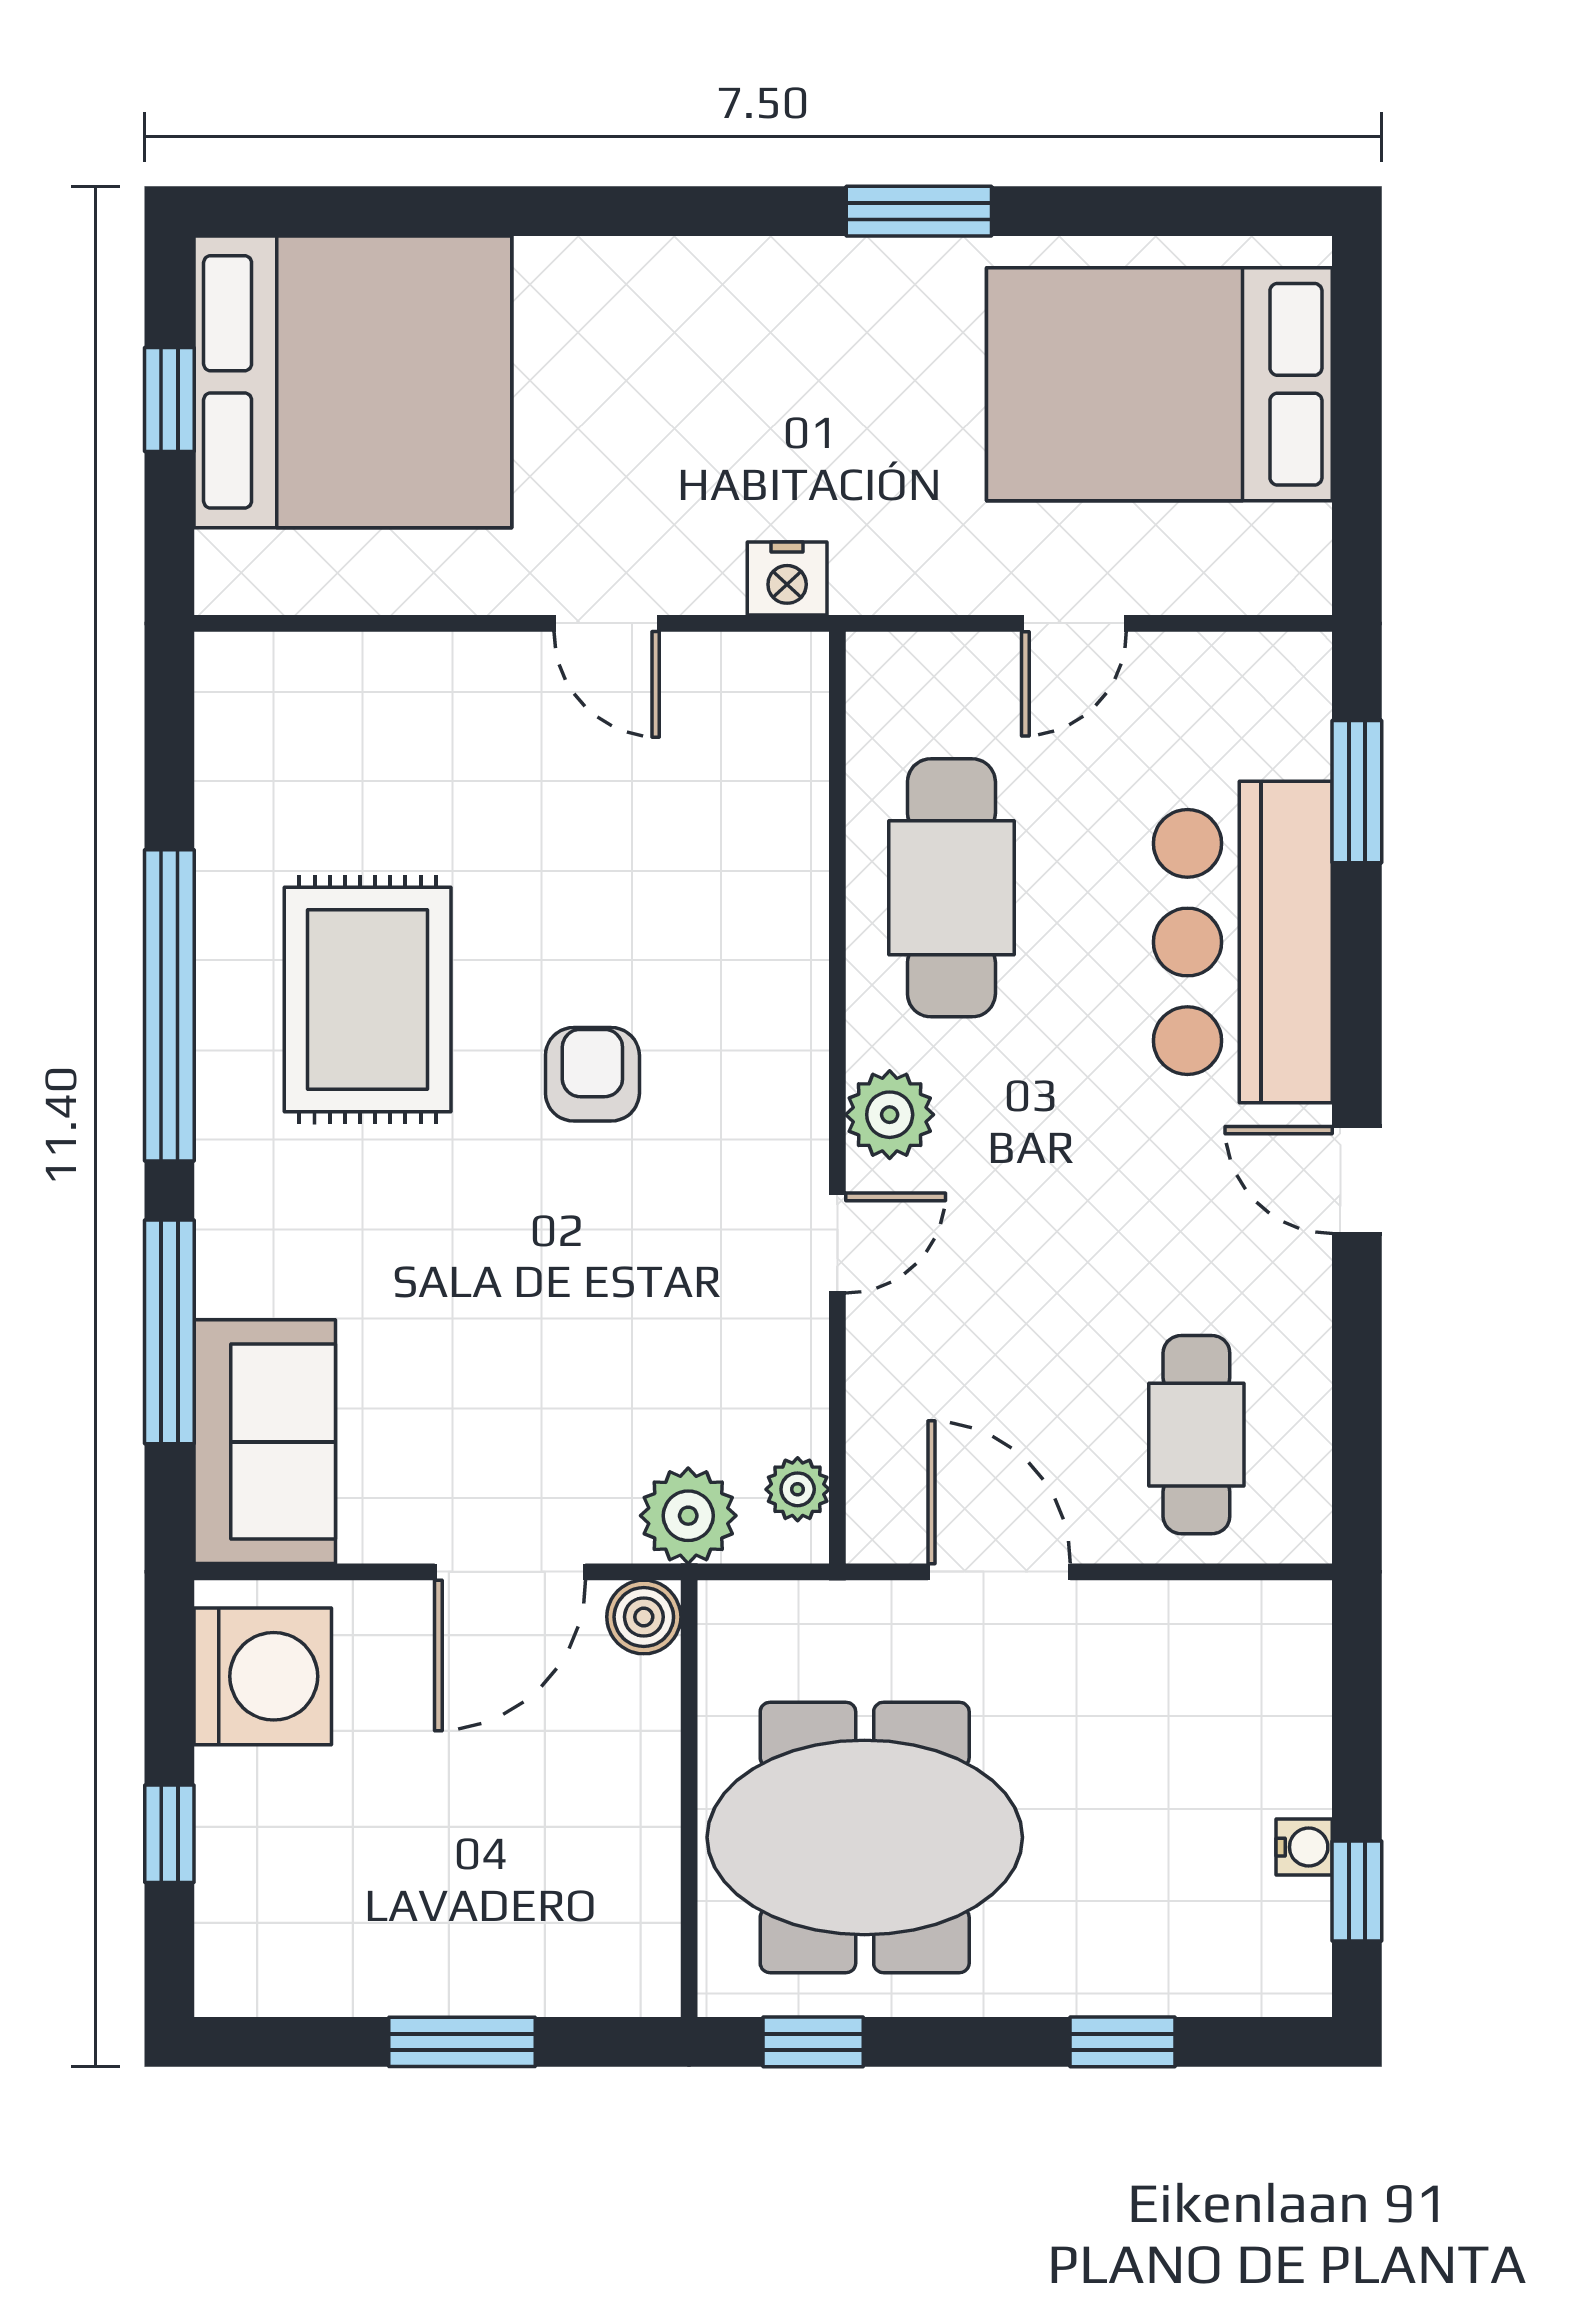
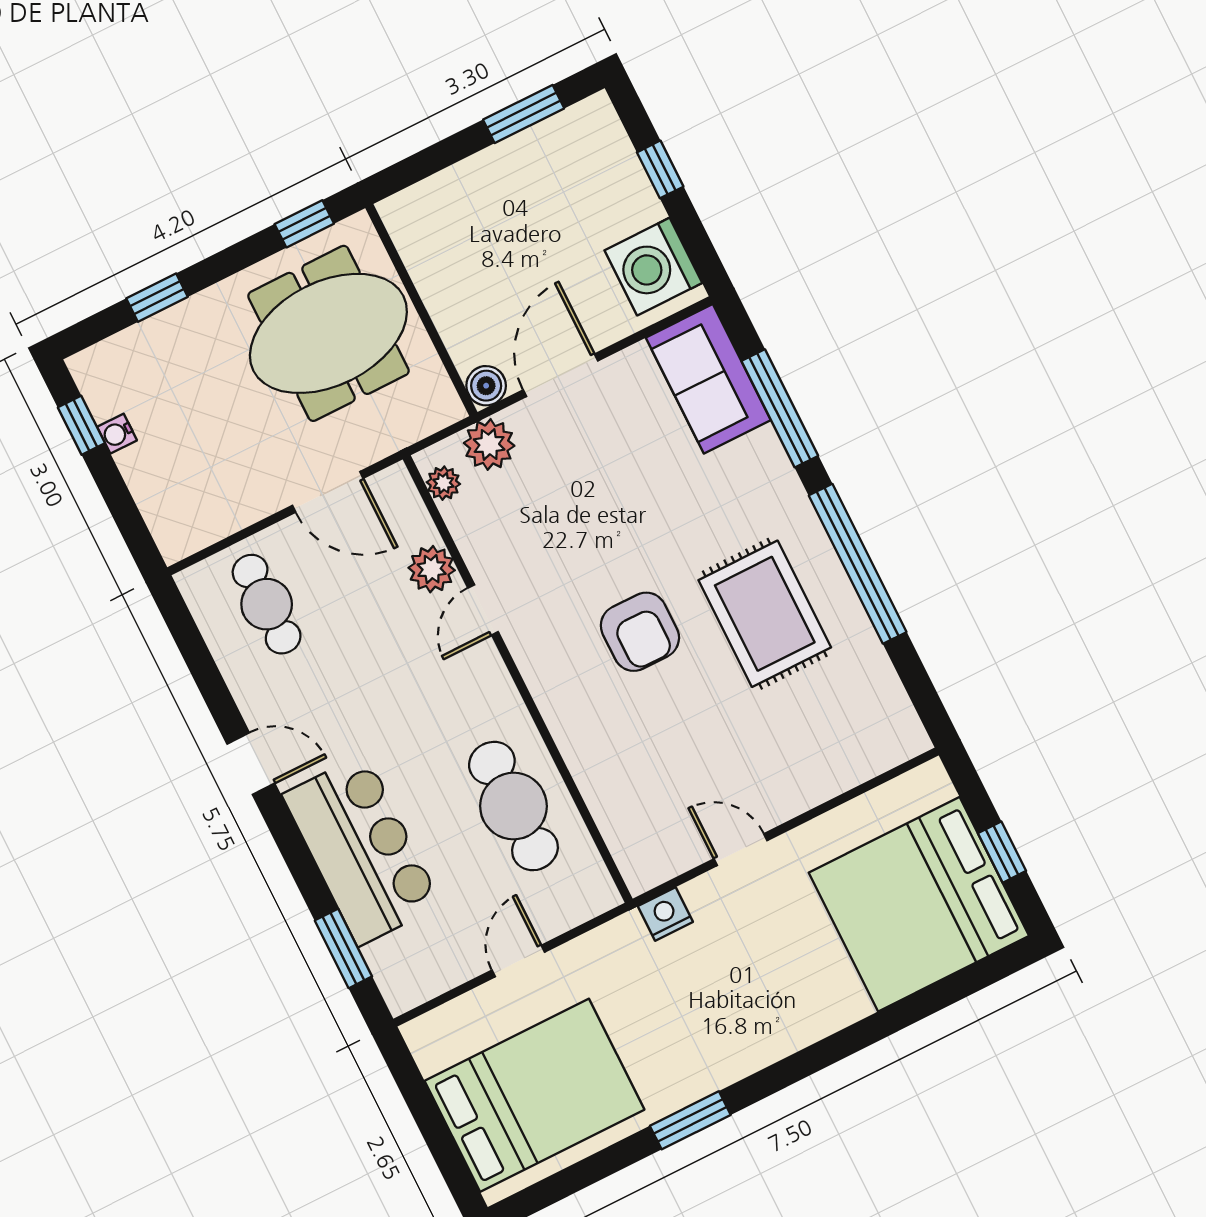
armchair: (592, 1074) -> (640, 632), width x1.38, depth x1.38
plant: (890, 1115) -> (432, 569), moved
window: (462, 2042) -> (524, 114), moved

